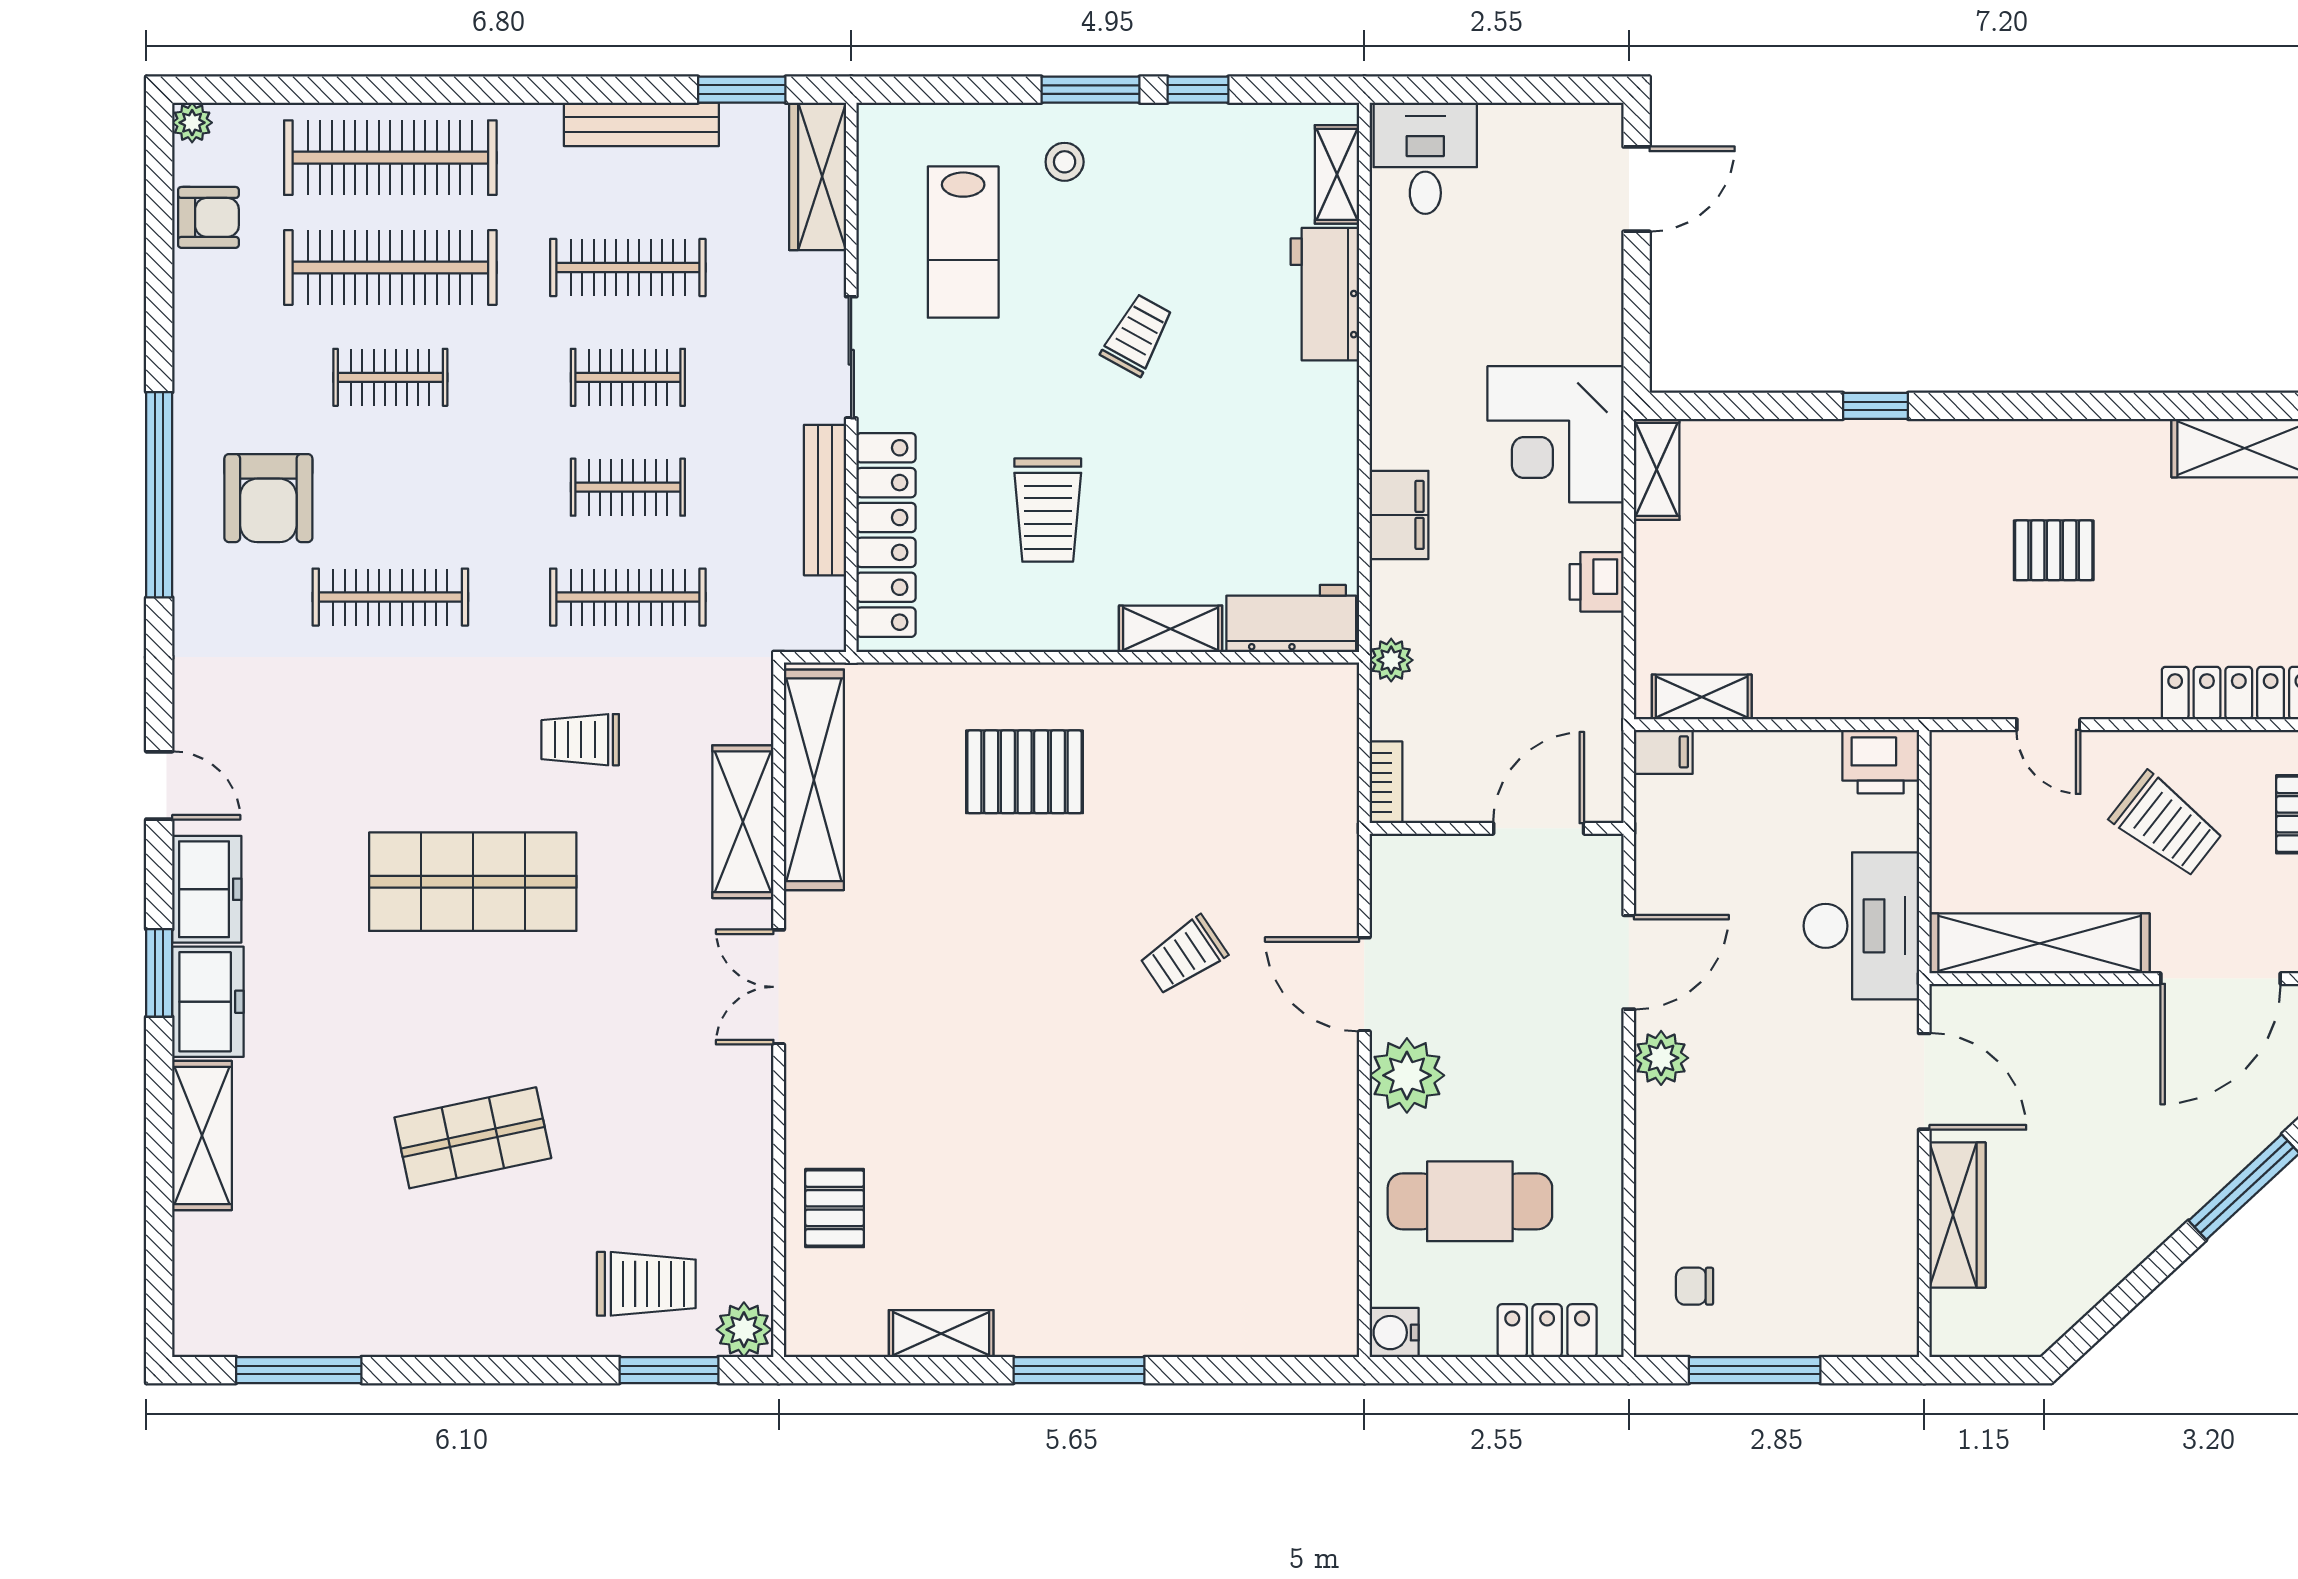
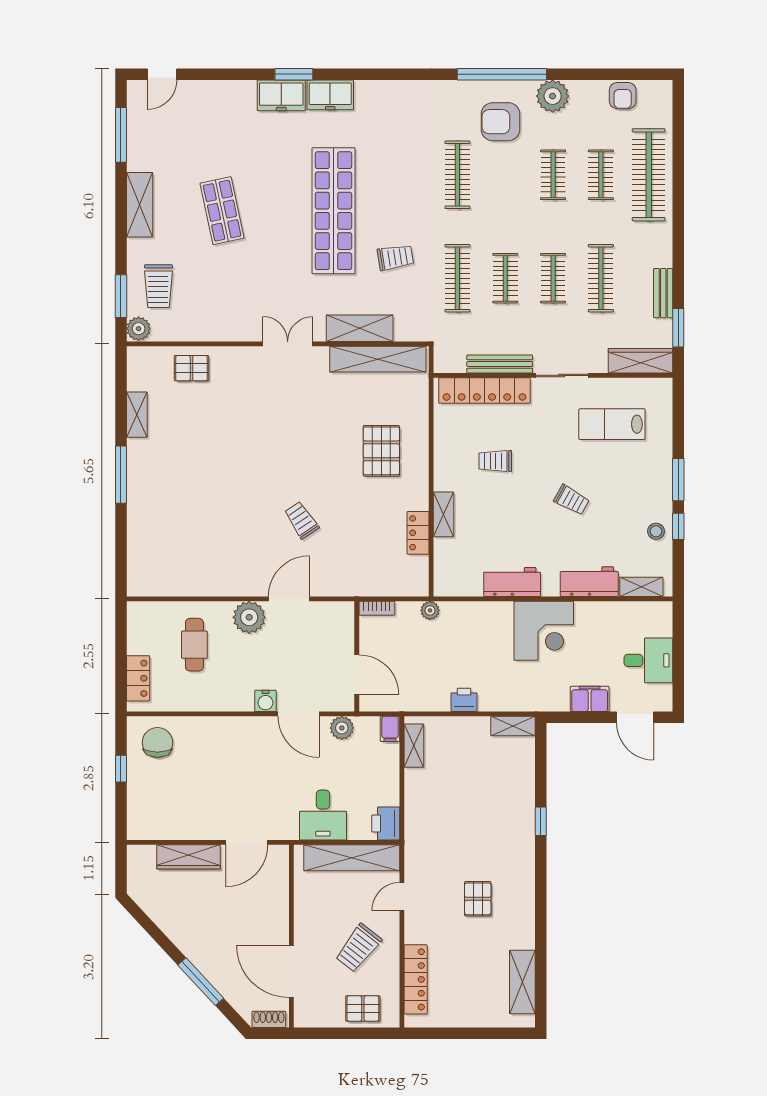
plant: (192, 123) -> (553, 96), moved, width x1.88, depth x1.88
bench: (641, 124) -> (663, 293), width x0.73
desk: (1425, 158) -> (648, 660), moved
stool: (1065, 162) -> (656, 531), moved
clothes rail: (390, 267) -> (601, 175), width x0.54, depth x0.76
corner desk: (1556, 434) -> (544, 631), moved, turned 180
trolley: (1048, 510) -> (495, 461), width x0.73, depth x0.72
filing cabinet: (1399, 515) -> (590, 699), moved, turned 180
workbench: (1291, 619) -> (512, 582), moved, turned -90
locker: (1213, 687) -> (418, 533), added
trolley: (580, 740) -> (395, 257), turned 81
door: (159, 785) -> (162, 74), moved
shop shelf: (473, 882) -> (334, 211), width x1.40
desk: (1861, 926) -> (323, 815), width x0.73
shelving: (2040, 943) -> (352, 858), moved, turned 90
plant: (1661, 1058) -> (342, 728), moved
shelving: (202, 1136) -> (140, 205), moved, turned 90
cafe table: (1470, 1201) -> (194, 645), width x0.73, depth x0.74
chair: (1695, 1286) -> (157, 742), width x1.87, depth x1.87
water cooler: (1394, 1333) -> (266, 701), moved, turned 180
window: (1755, 1370) -> (121, 769), width x0.46

